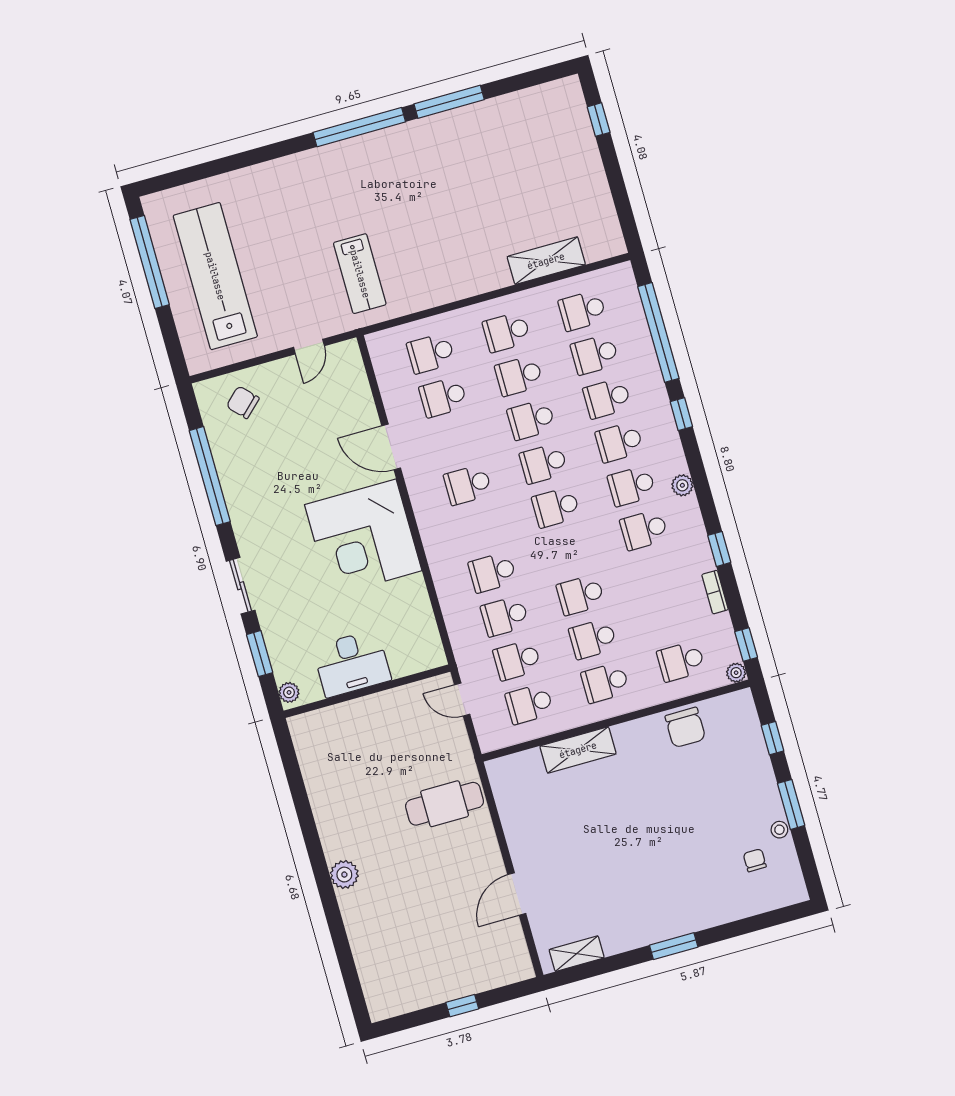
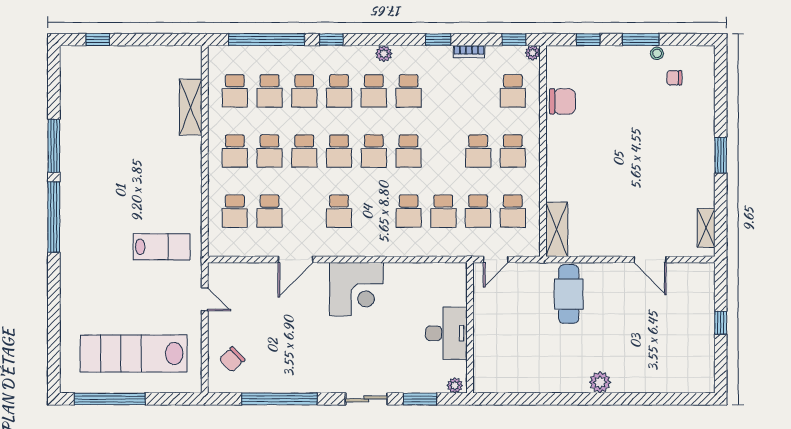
corner desk: (363, 538) -> (356, 289), width x0.74, depth x0.74
school desk: (581, 595) -> (409, 151), moved
shelving: (578, 750) -> (557, 229), moved

